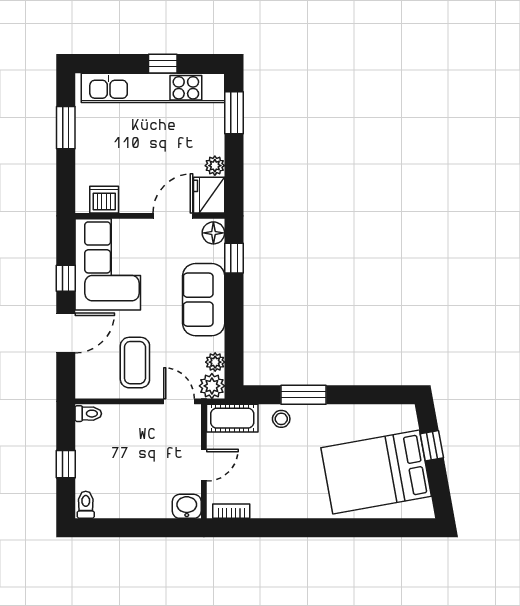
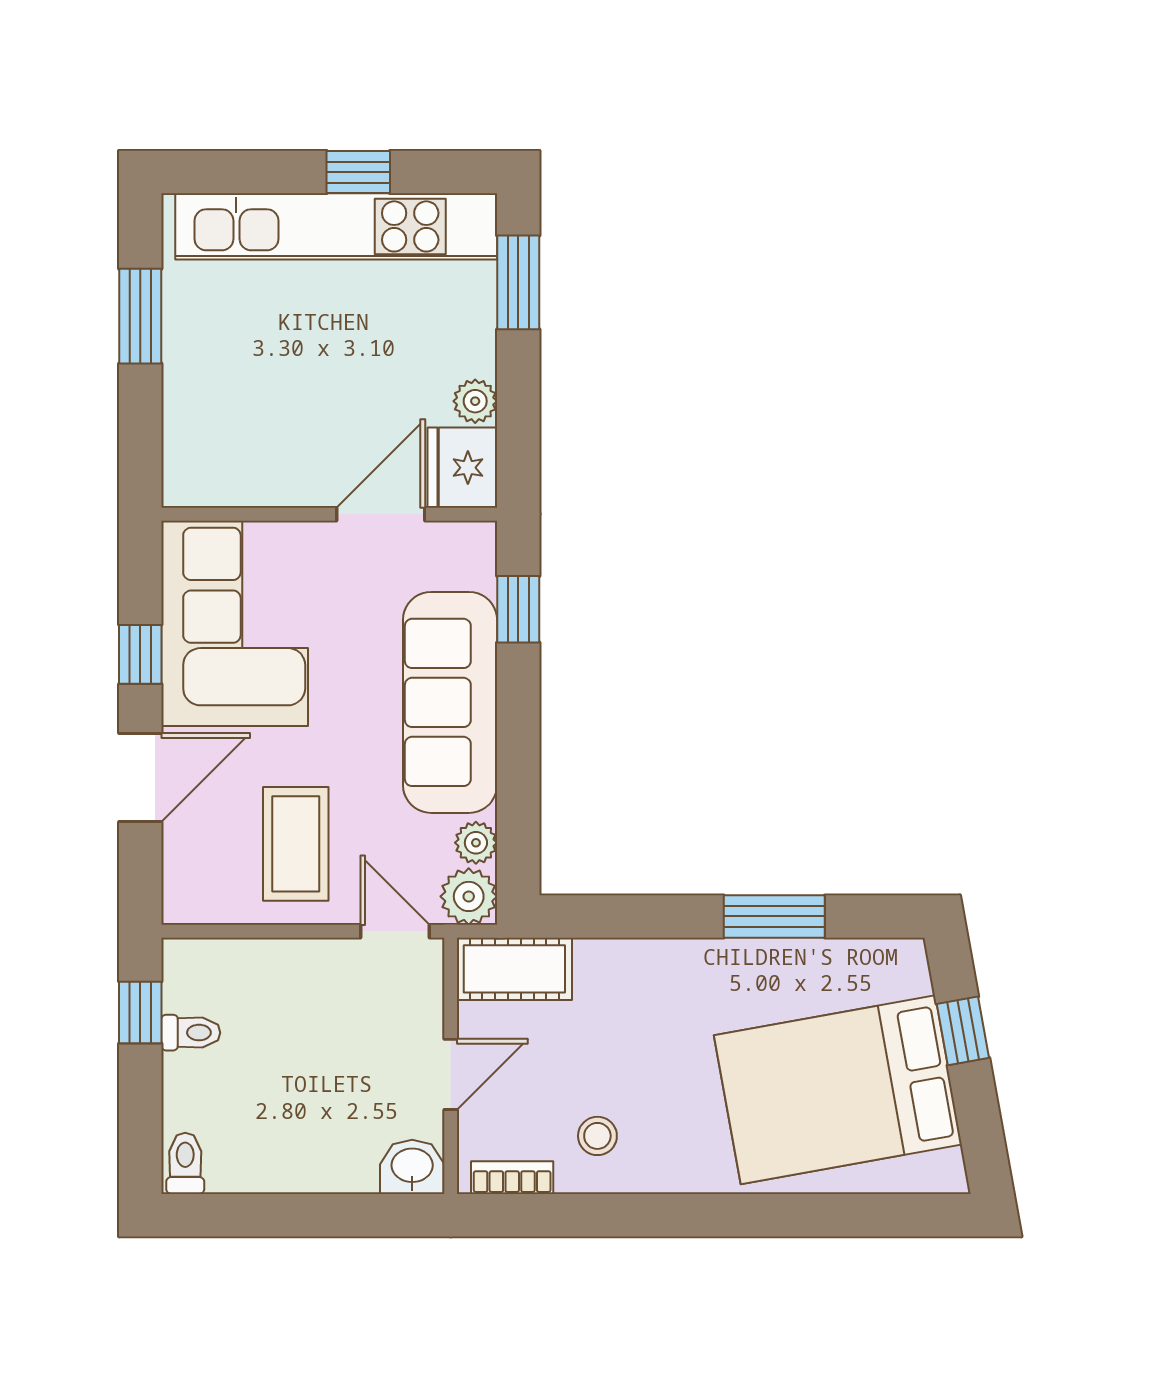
dishwasher: (104, 200) -> (227, 478), removed
floor lamp: (213, 233) -> (472, 553), removed
sofa: (204, 300) -> (450, 702), width x1.36
window: (304, 395) -> (774, 916), moved
toilet: (88, 414) -> (191, 1033), moved
stool: (281, 419) -> (597, 1136), moved
window: (66, 464) -> (140, 1012), moved

